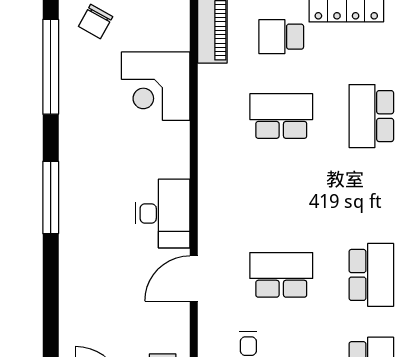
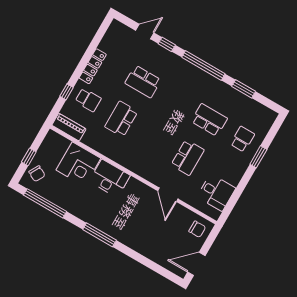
school desk: (281, 37) -> (88, 100), turned -90
desk: (163, 213) -> (110, 178), moved
school desk: (281, 275) -> (188, 157), turned 180

